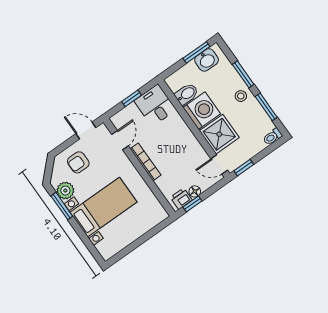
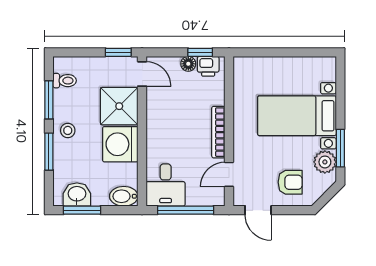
bidet: (187, 94) -> (124, 196), moved
window: (131, 98) -> (186, 210), width x2.17
toilet: (272, 137) -> (65, 81), moved

